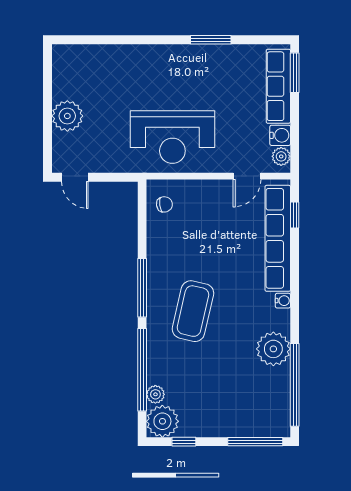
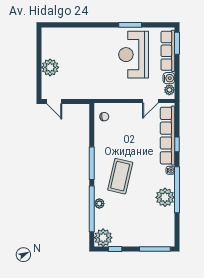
reception desk: (172, 137) -> (134, 55), moved, turned 90
window: (295, 215) -> (177, 144), moved
window: (295, 385) -> (177, 190), moved
plant: (155, 394) -> (99, 204), moved

